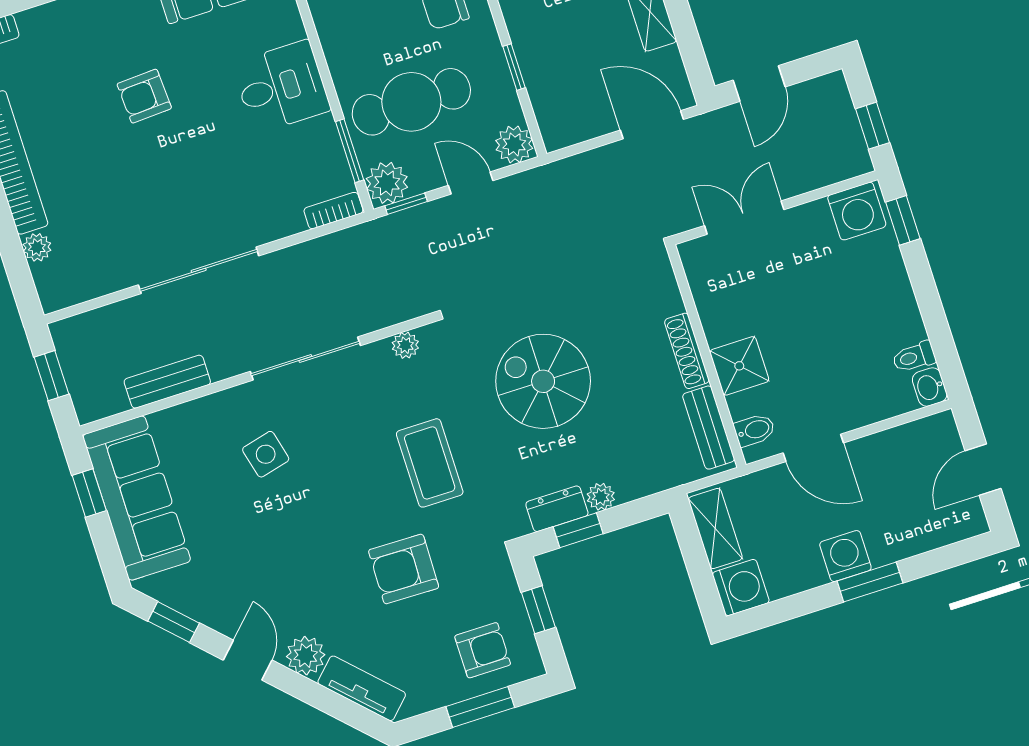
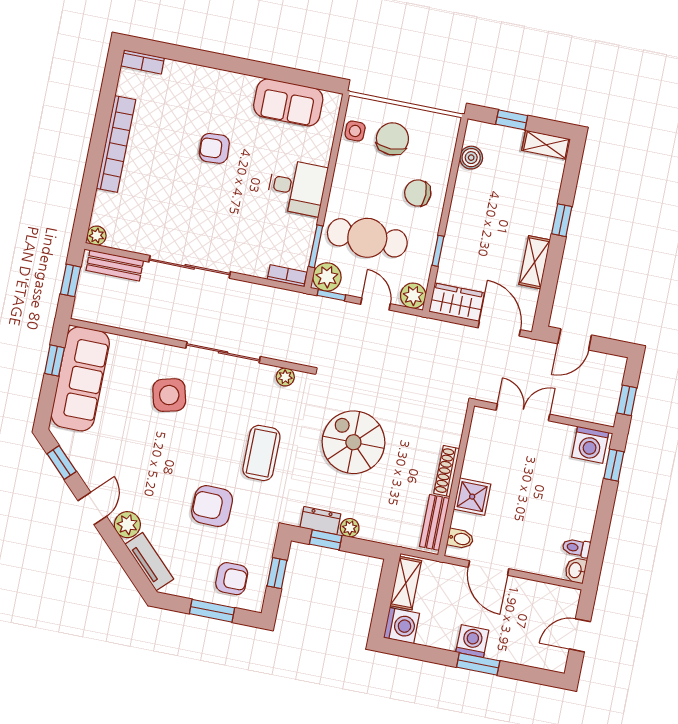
wardrobe: (576, 121) -> (457, 302), added
plant: (37, 247) -> (97, 236), moved
bench: (167, 382) -> (115, 265), moved
side table: (266, 454) -> (169, 395), width x1.37, depth x1.37

